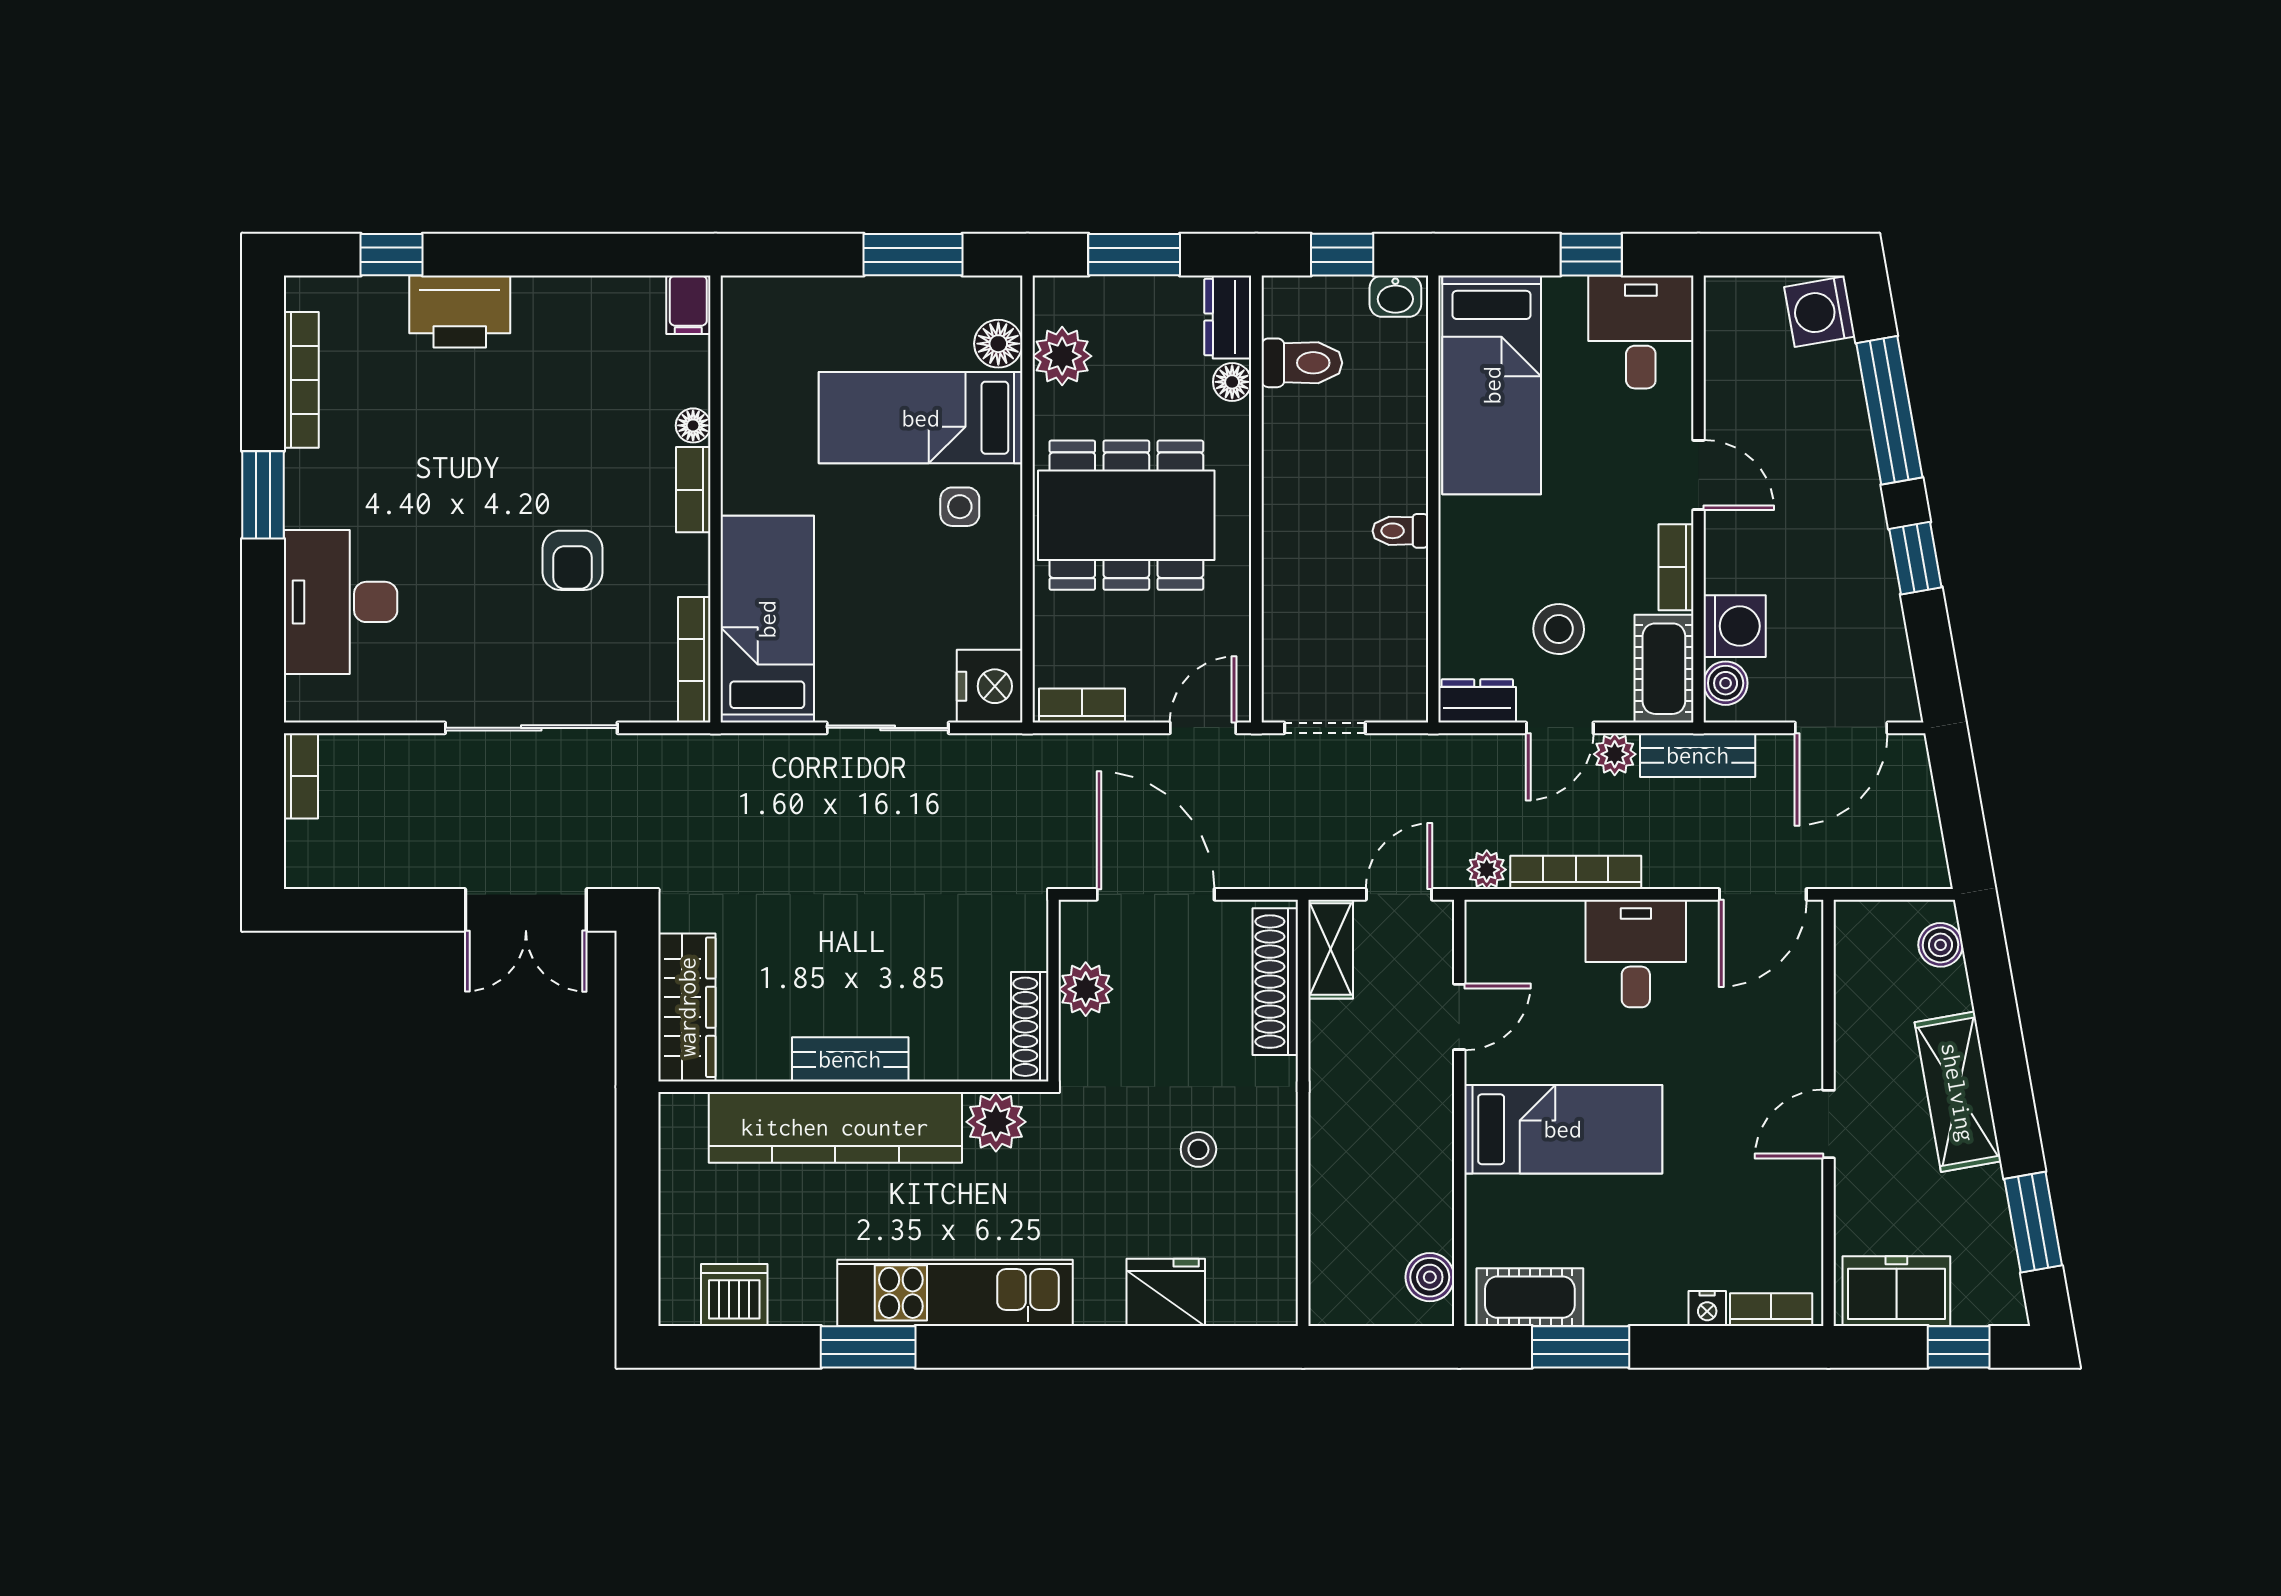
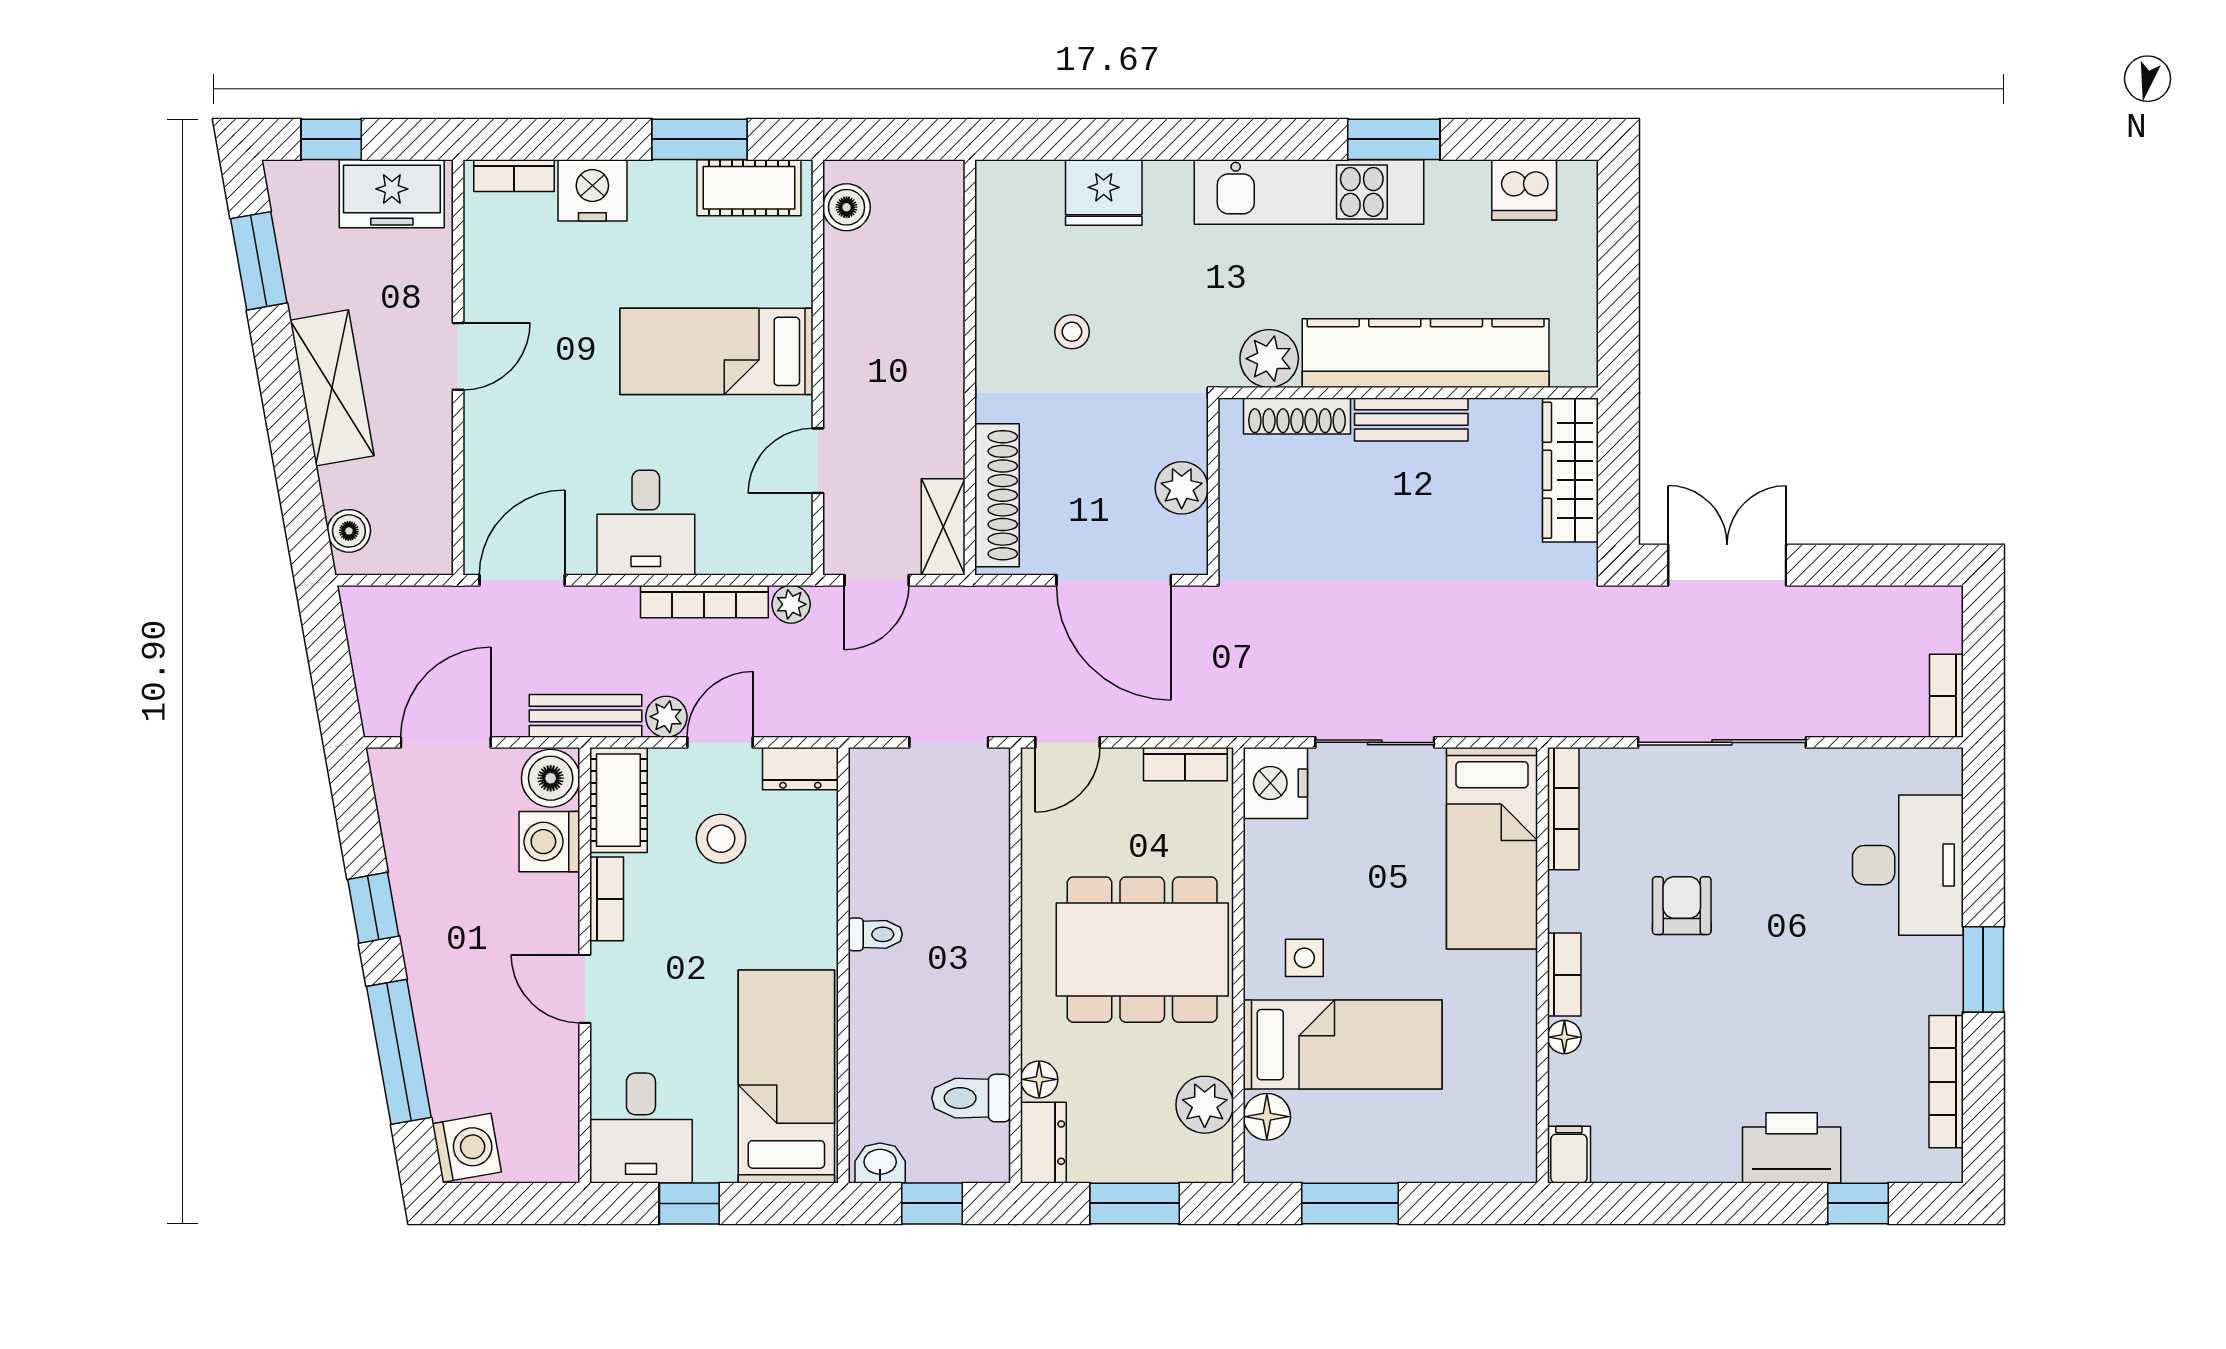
boiler: (1726, 683) -> (551, 778), width x1.36, depth x1.36
shoe rack: (1030, 1027) -> (1297, 416), moved, turned 90
nightstand: (1707, 1308) -> (592, 190), width x1.89, depth x1.79

